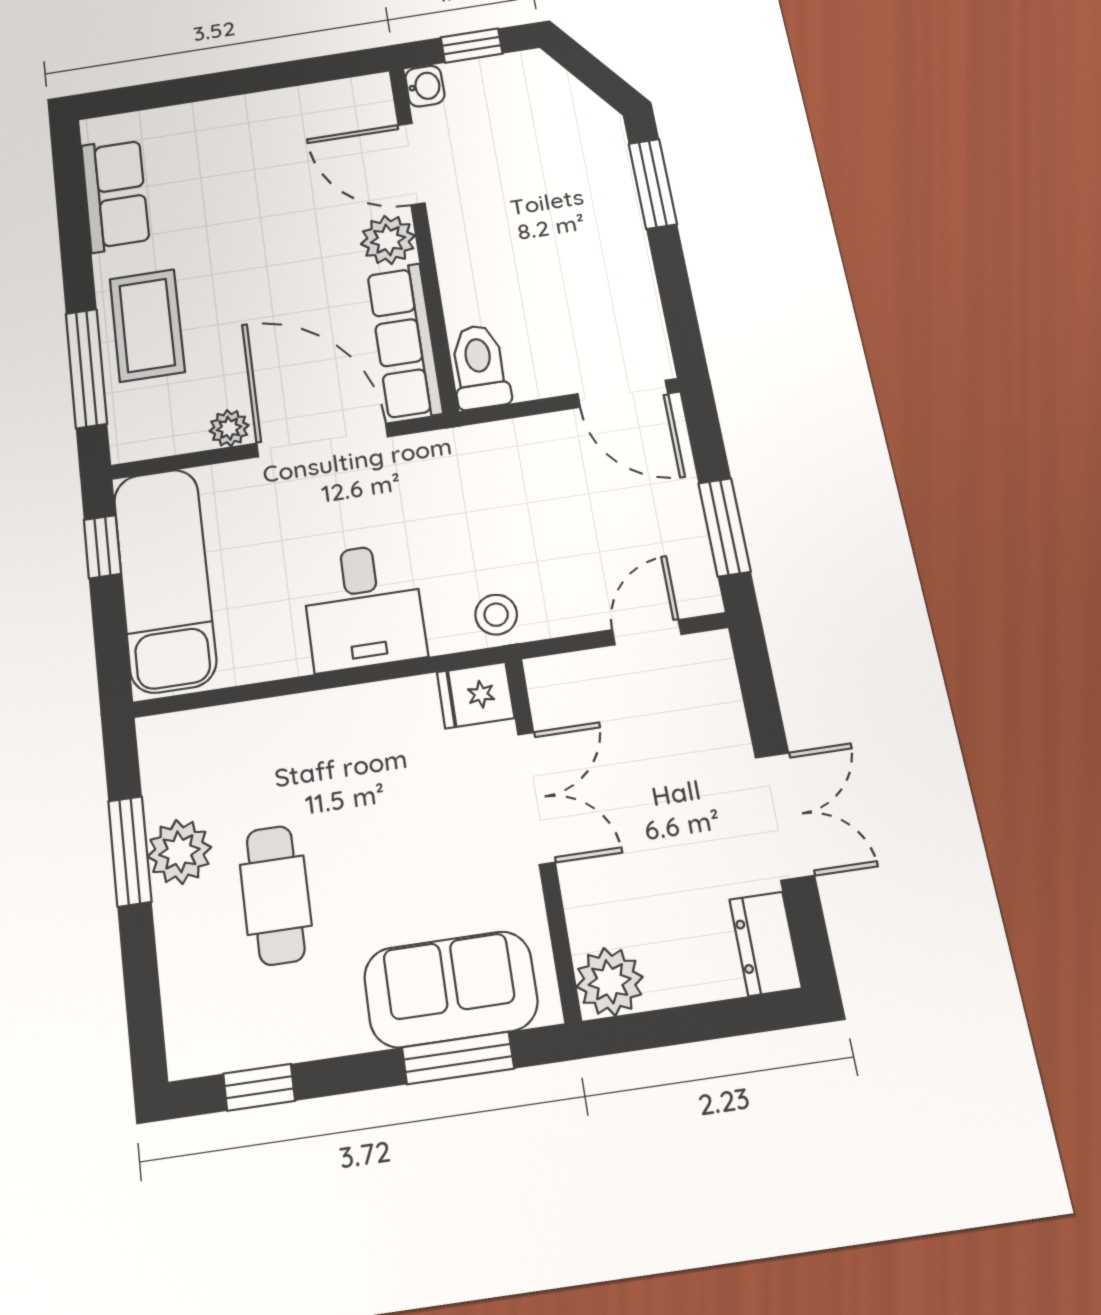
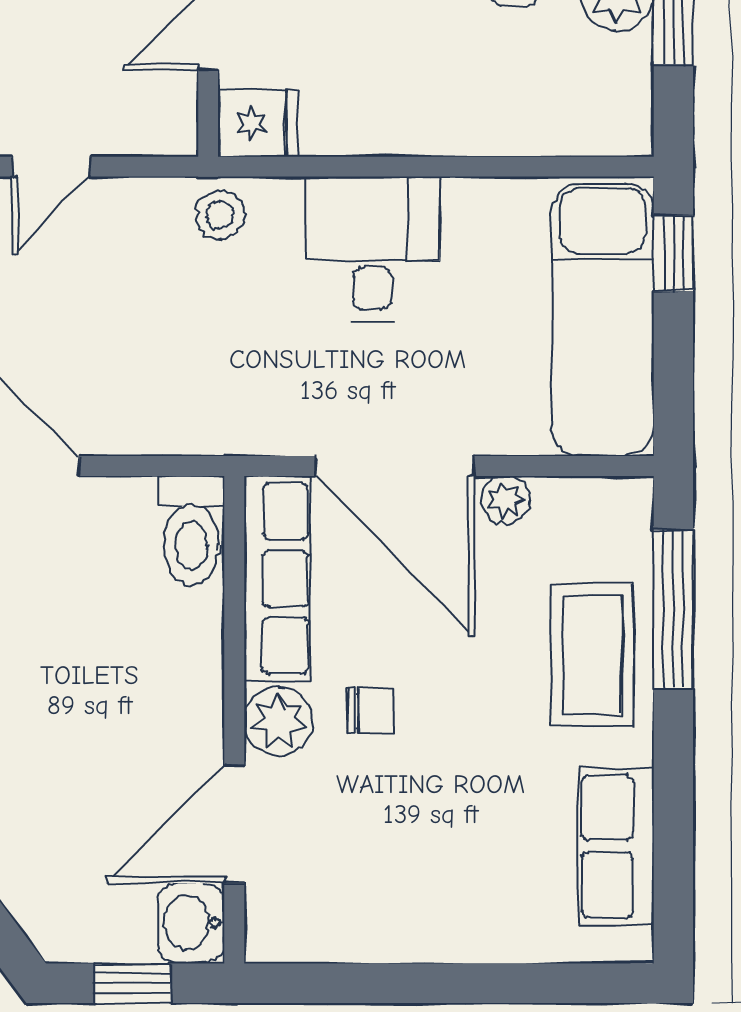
washbasin: (425, 86) -> (191, 923), width x1.38, depth x1.45
door: (411, 164) -> (234, 824), swing flipped
chair: (317, 259) -> (370, 711), added
window: (102, 547) -> (673, 254), moved

